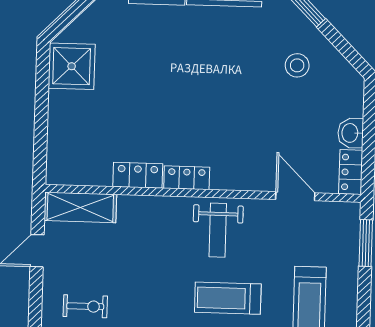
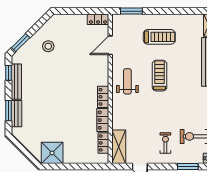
washbasin: (351, 133) -> (79, 20), removed
locker: (89, 175) -> (103, 143), added
weight bench: (218, 230) -> (127, 81), turned -90
treadmill: (228, 298) -> (159, 76), turned 180

